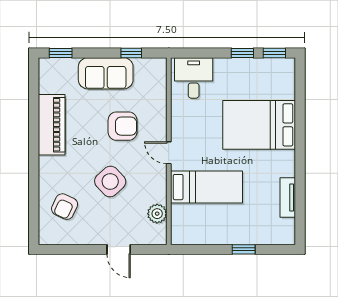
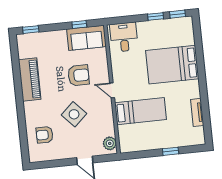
sofa: (106, 73) -> (86, 38), moved
armchair: (65, 207) -> (45, 135), turned 65
plant: (157, 214) -> (110, 143), moved

